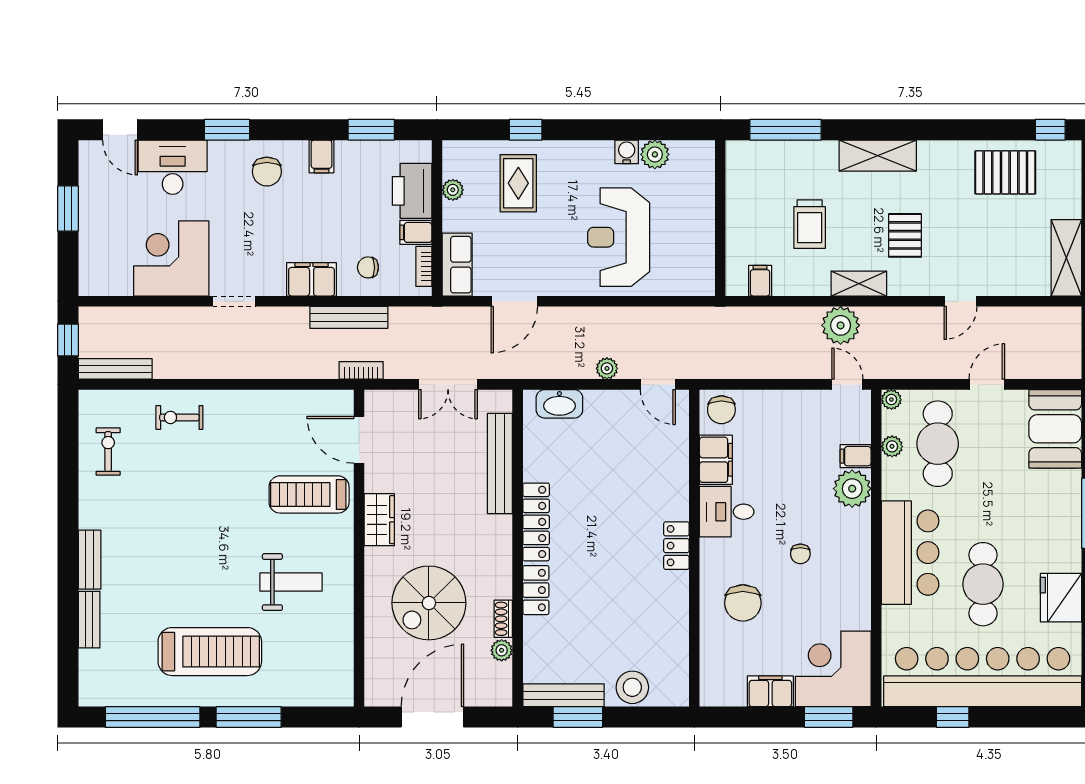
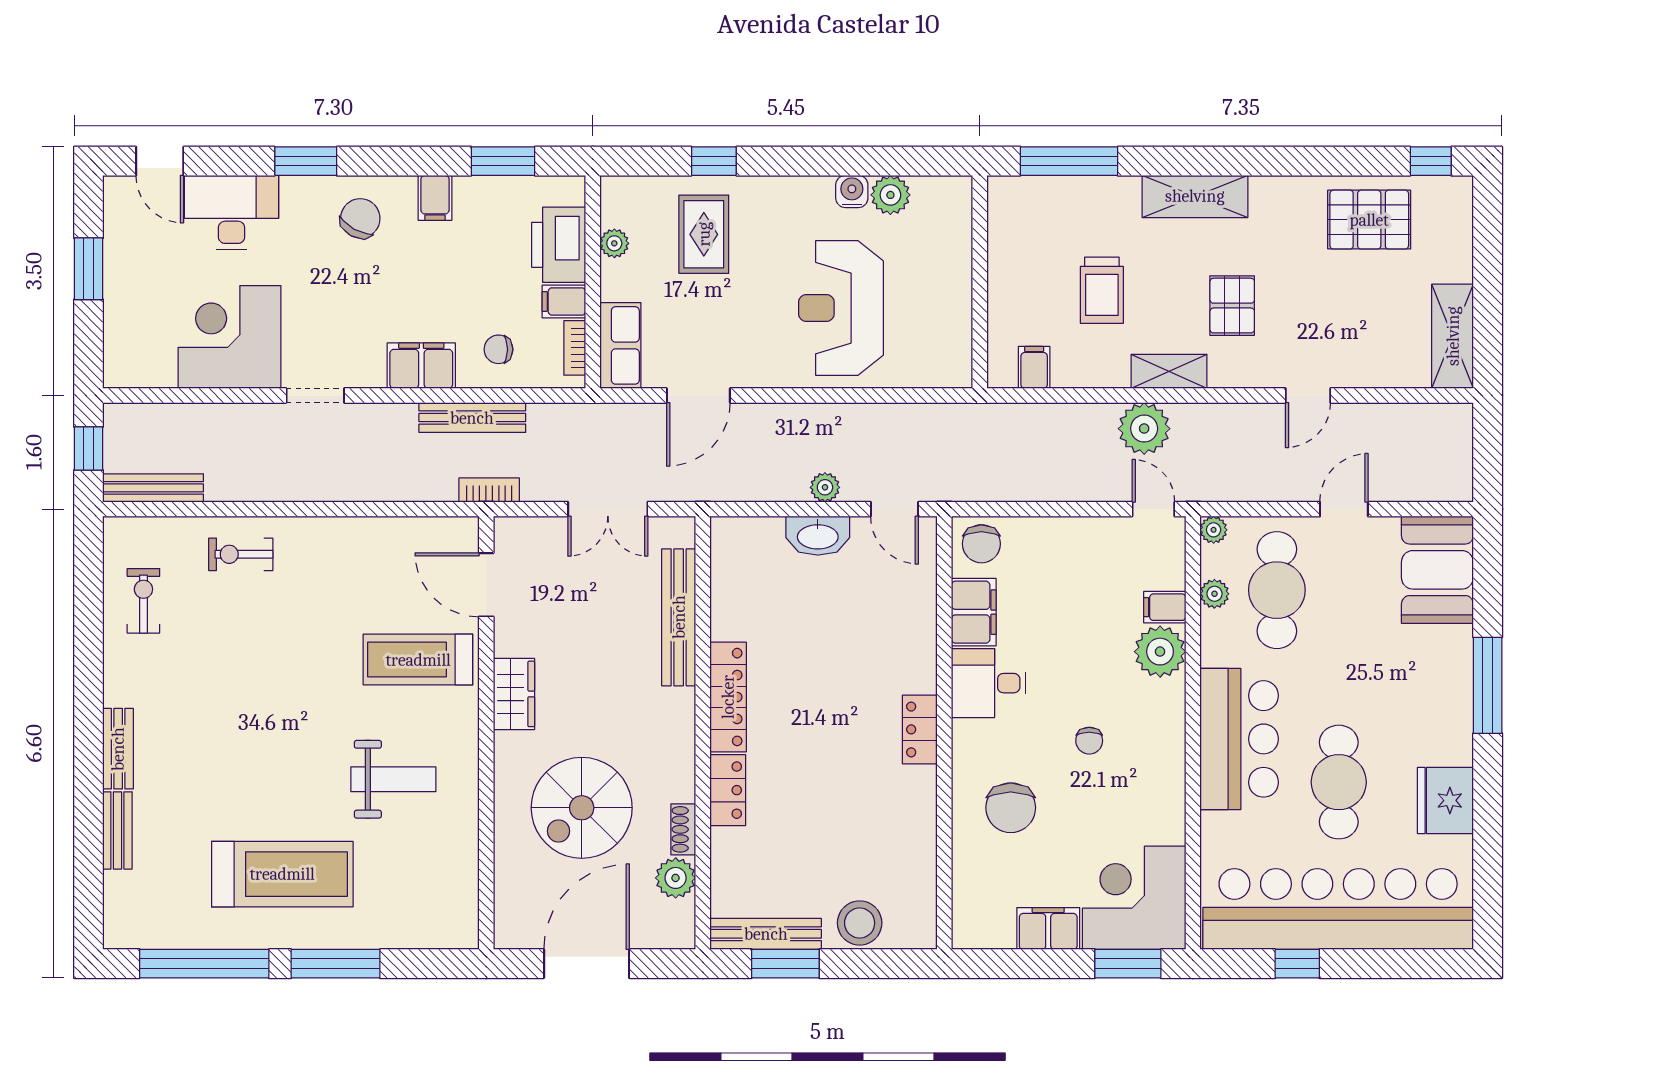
chair: (267, 172) -> (360, 218), turned -151
washbasin: (559, 404) -> (818, 536), moved
plant: (502, 650) -> (676, 878), width x1.38, depth x1.38

